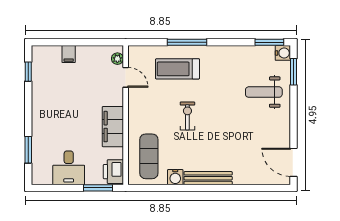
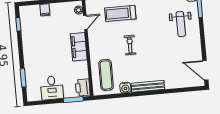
door: (126, 77) -> (85, 22), hinge flipped
weight bench: (264, 92) -> (181, 24), turned -90
filing cabinet: (113, 127) -> (79, 47), moved

